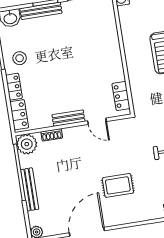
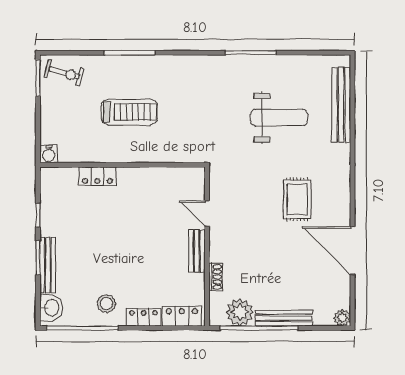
locker: (121, 96) -> (97, 176), moved
door: (97, 121) -> (207, 214), swing flipped
plant: (27, 144) -> (240, 312), moved

